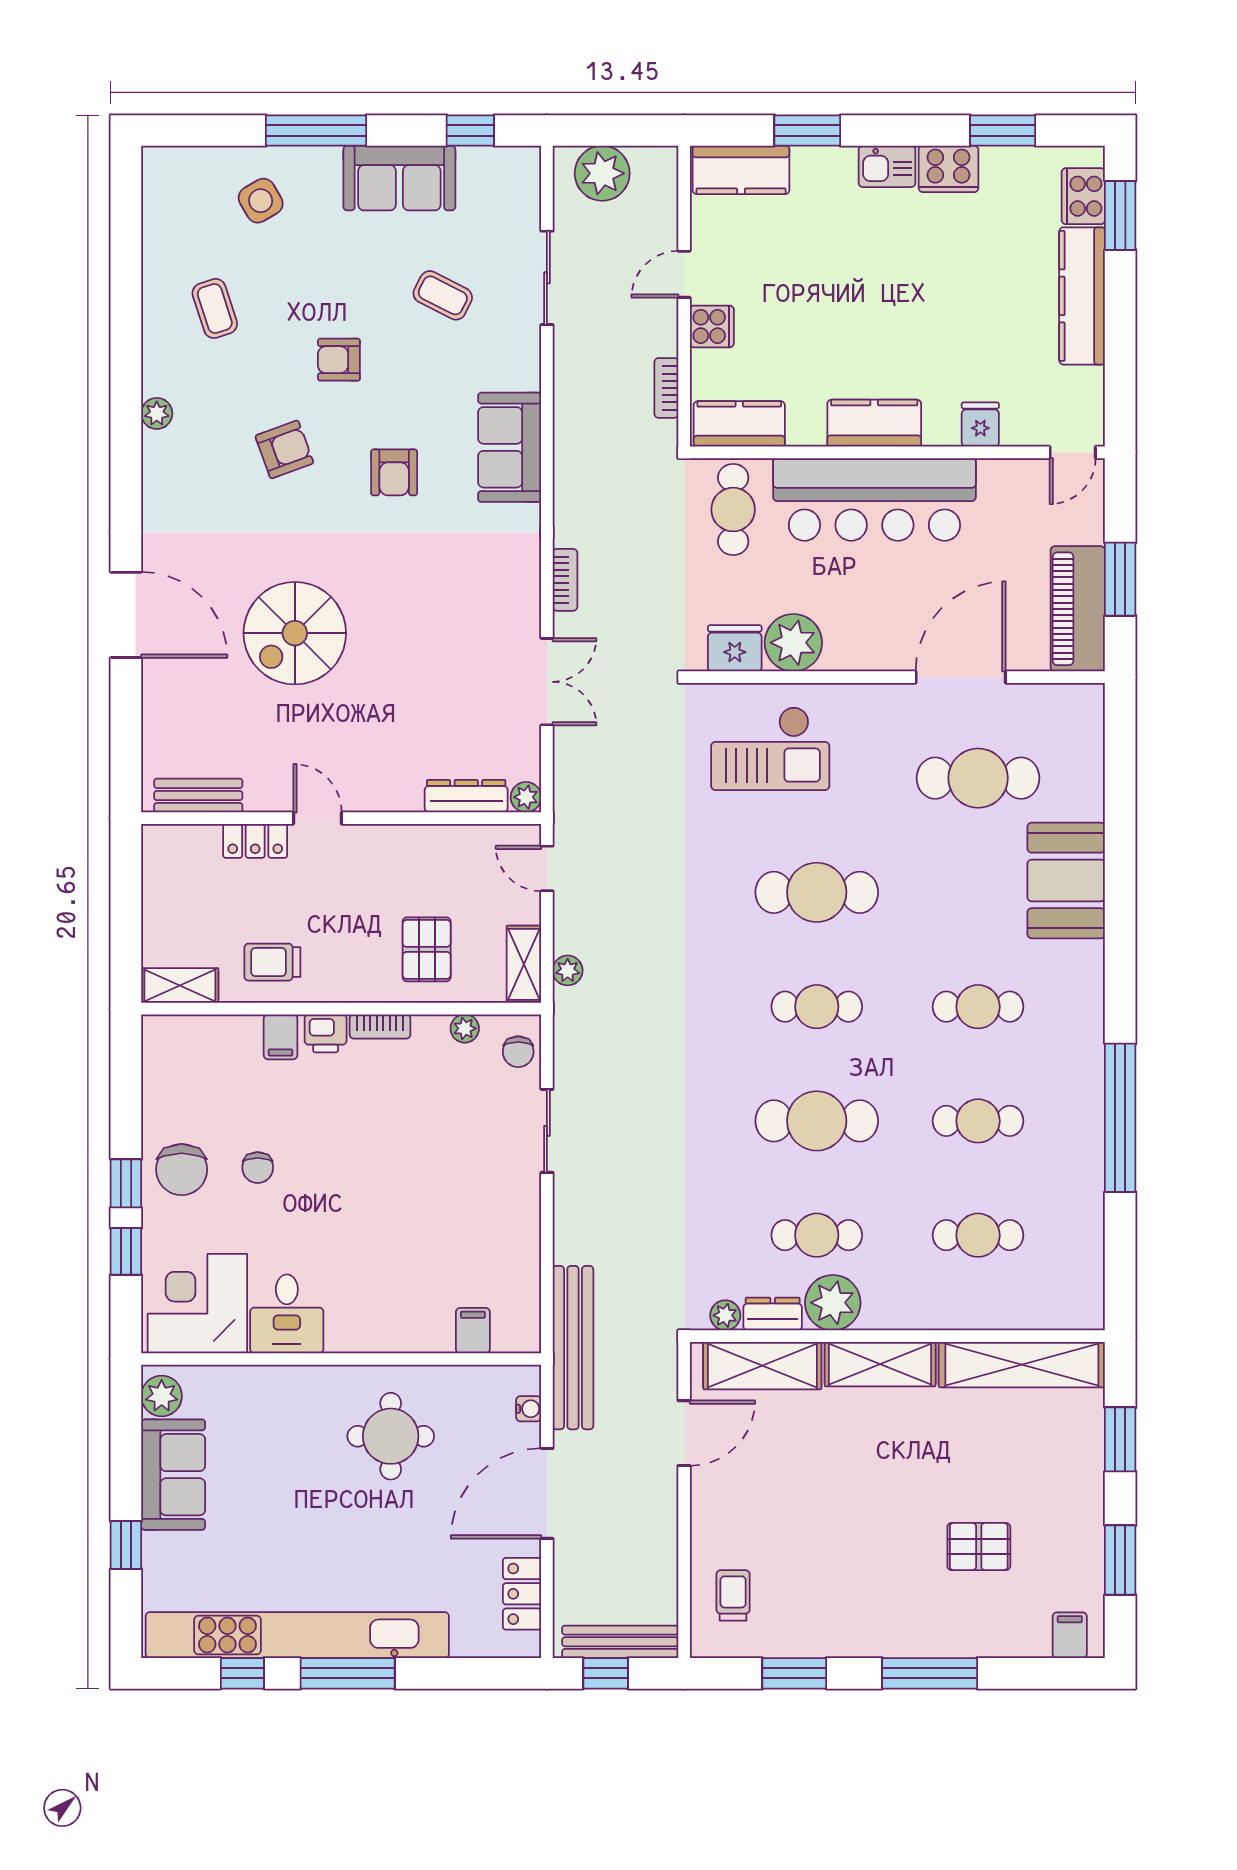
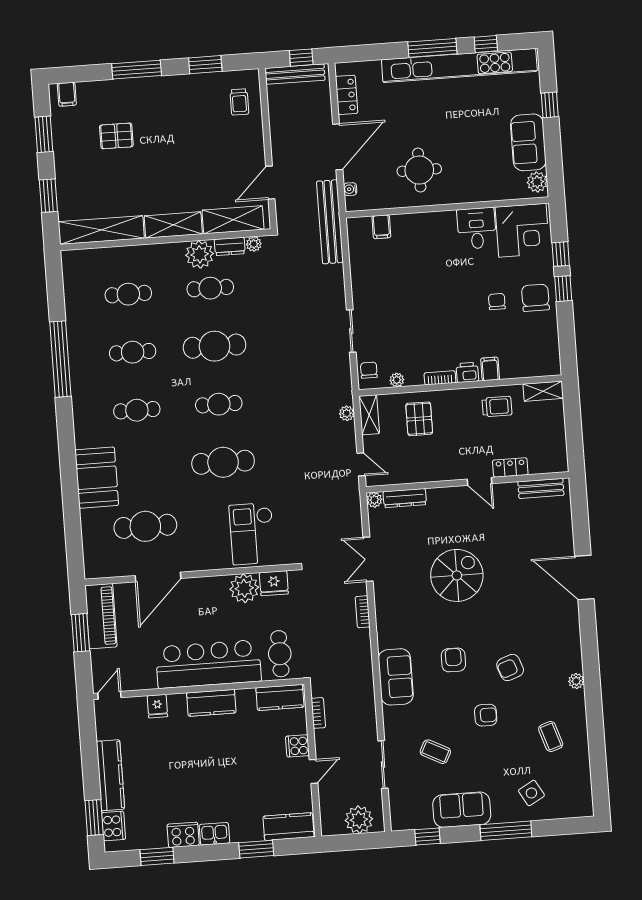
spiral stairs: (295, 633) -> (457, 575), moved
checkout: (770, 748) -> (252, 534), turned -90

